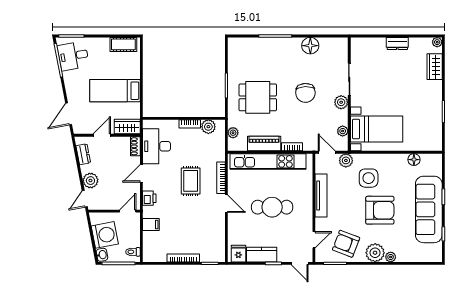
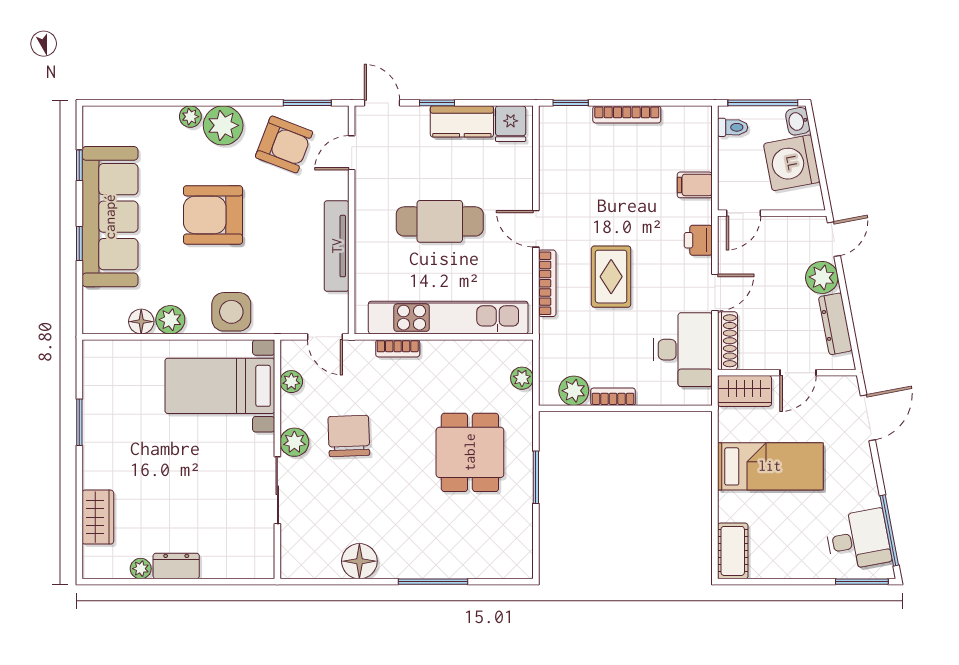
plant: (437, 42) -> (141, 569), moved
cot: (123, 44) -> (733, 551), moved, turned 90
chair: (305, 93) -> (349, 436), moved
dining table: (258, 97) -> (470, 452), turned 90
piano: (264, 144) -> (457, 355), removed
shoe rack: (135, 146) -> (727, 341), width x1.43
dresser: (83, 154) -> (835, 324), width x1.44
plant: (346, 160) -> (170, 320), moved
side table: (369, 178) -> (231, 312), moved

